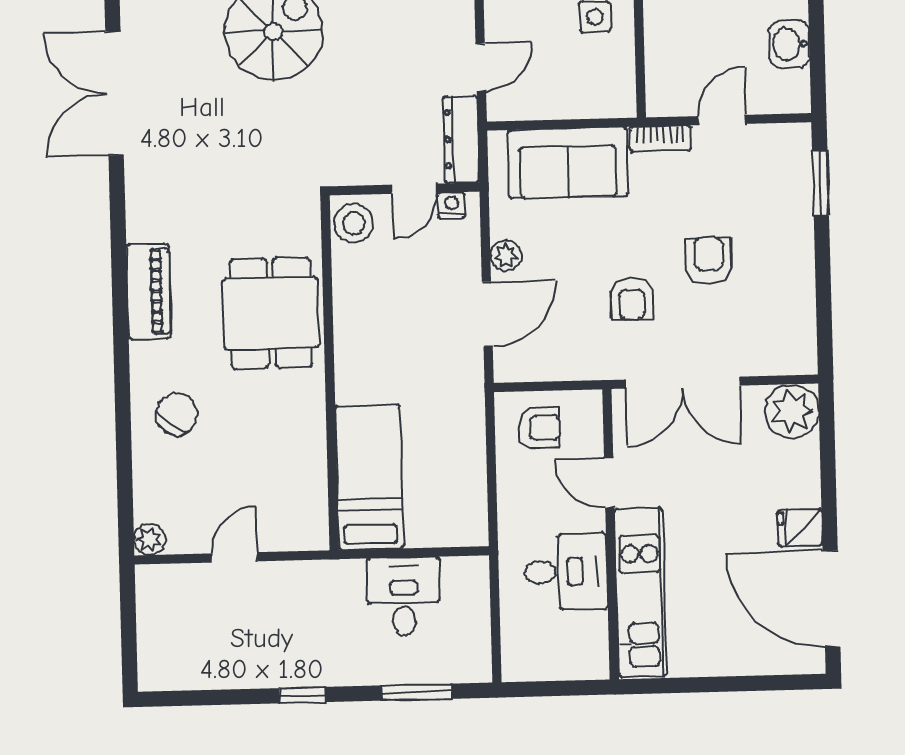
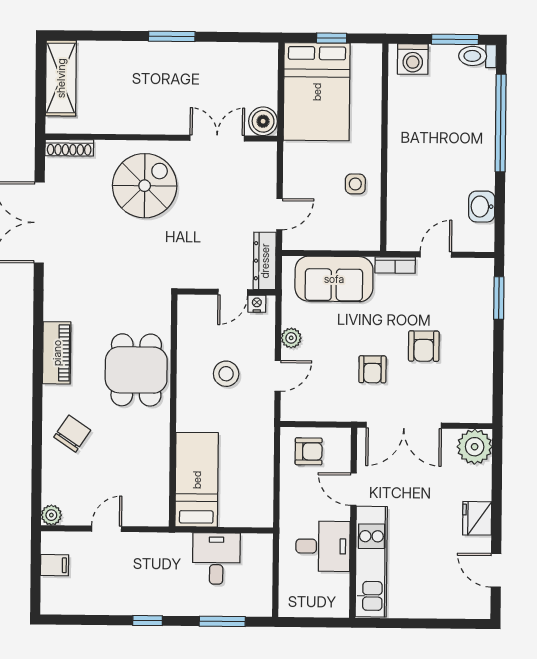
stool: (354, 223) -> (226, 374), moved
armchair: (709, 261) -> (424, 346), turned 180
door: (487, 314) -> (278, 376), width x0.73
fridge: (800, 528) -> (477, 518), width x1.38
door: (831, 599) -> (496, 570), width x0.53
filing cabinet: (157, 616) -> (55, 565), added

